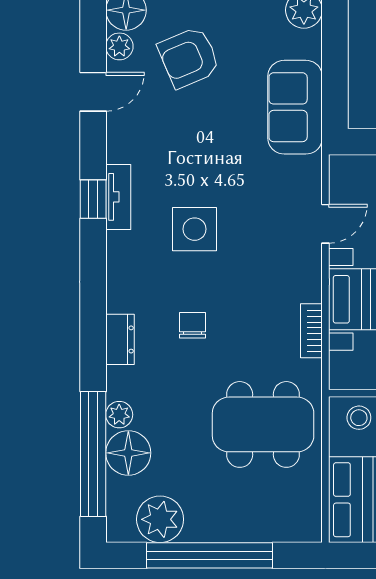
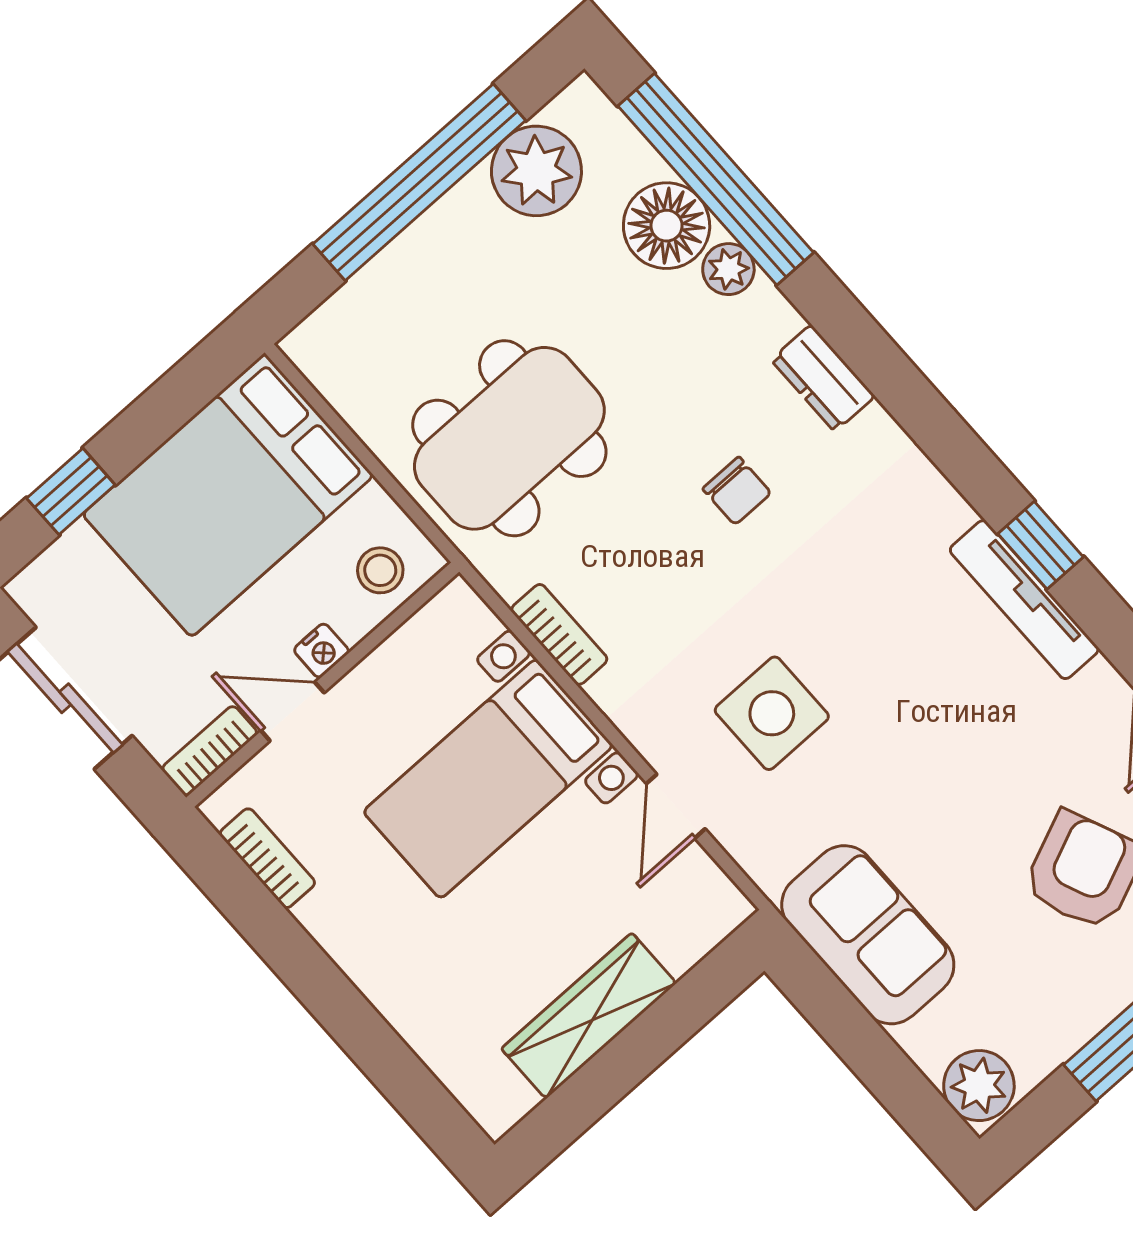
tv unit: (118, 197) -> (1024, 600), width x1.41
side table: (195, 229) -> (772, 713), moved

